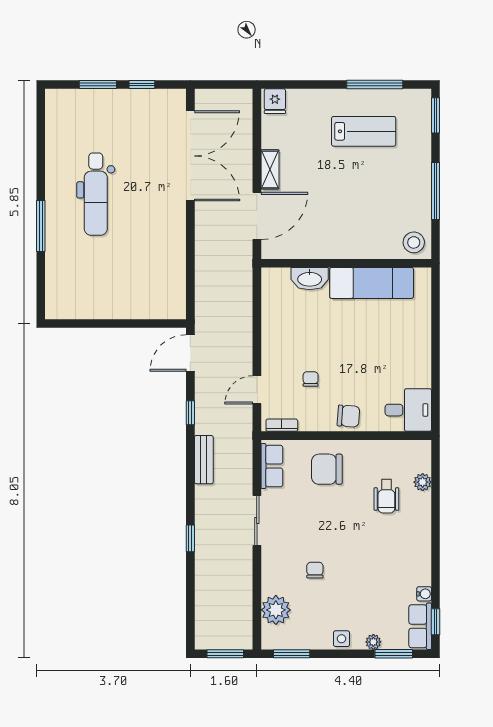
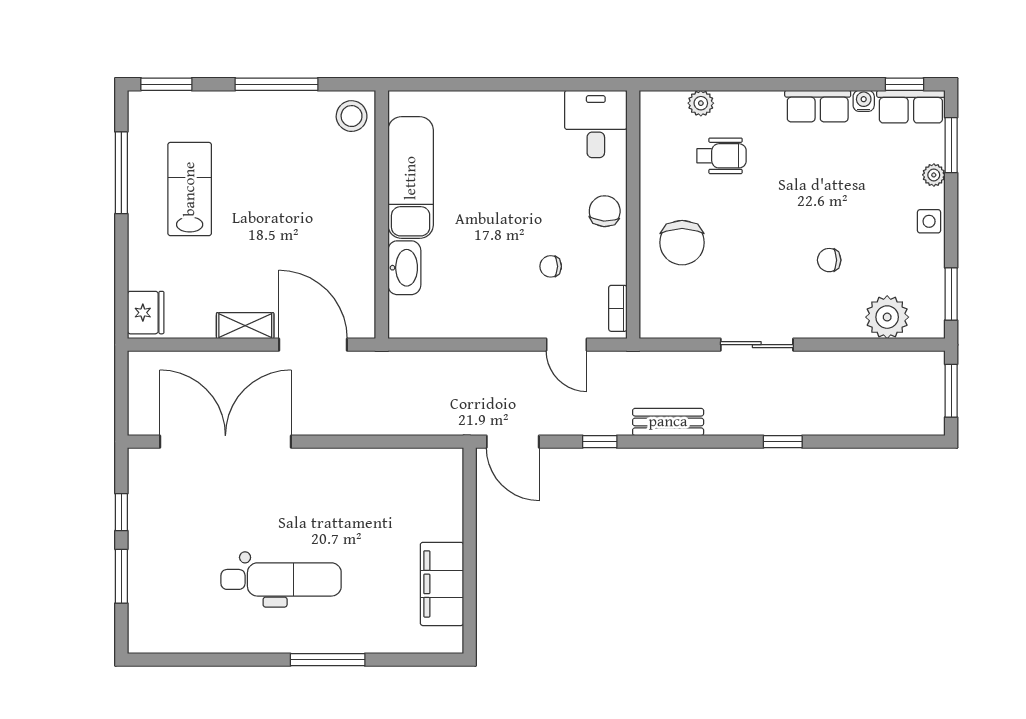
fridge: (275, 101) -> (146, 313), width x1.38
filing cabinet: (93, 304) -> (442, 584), added
row of seats: (272, 466) -> (818, 106), moved, turned 180

